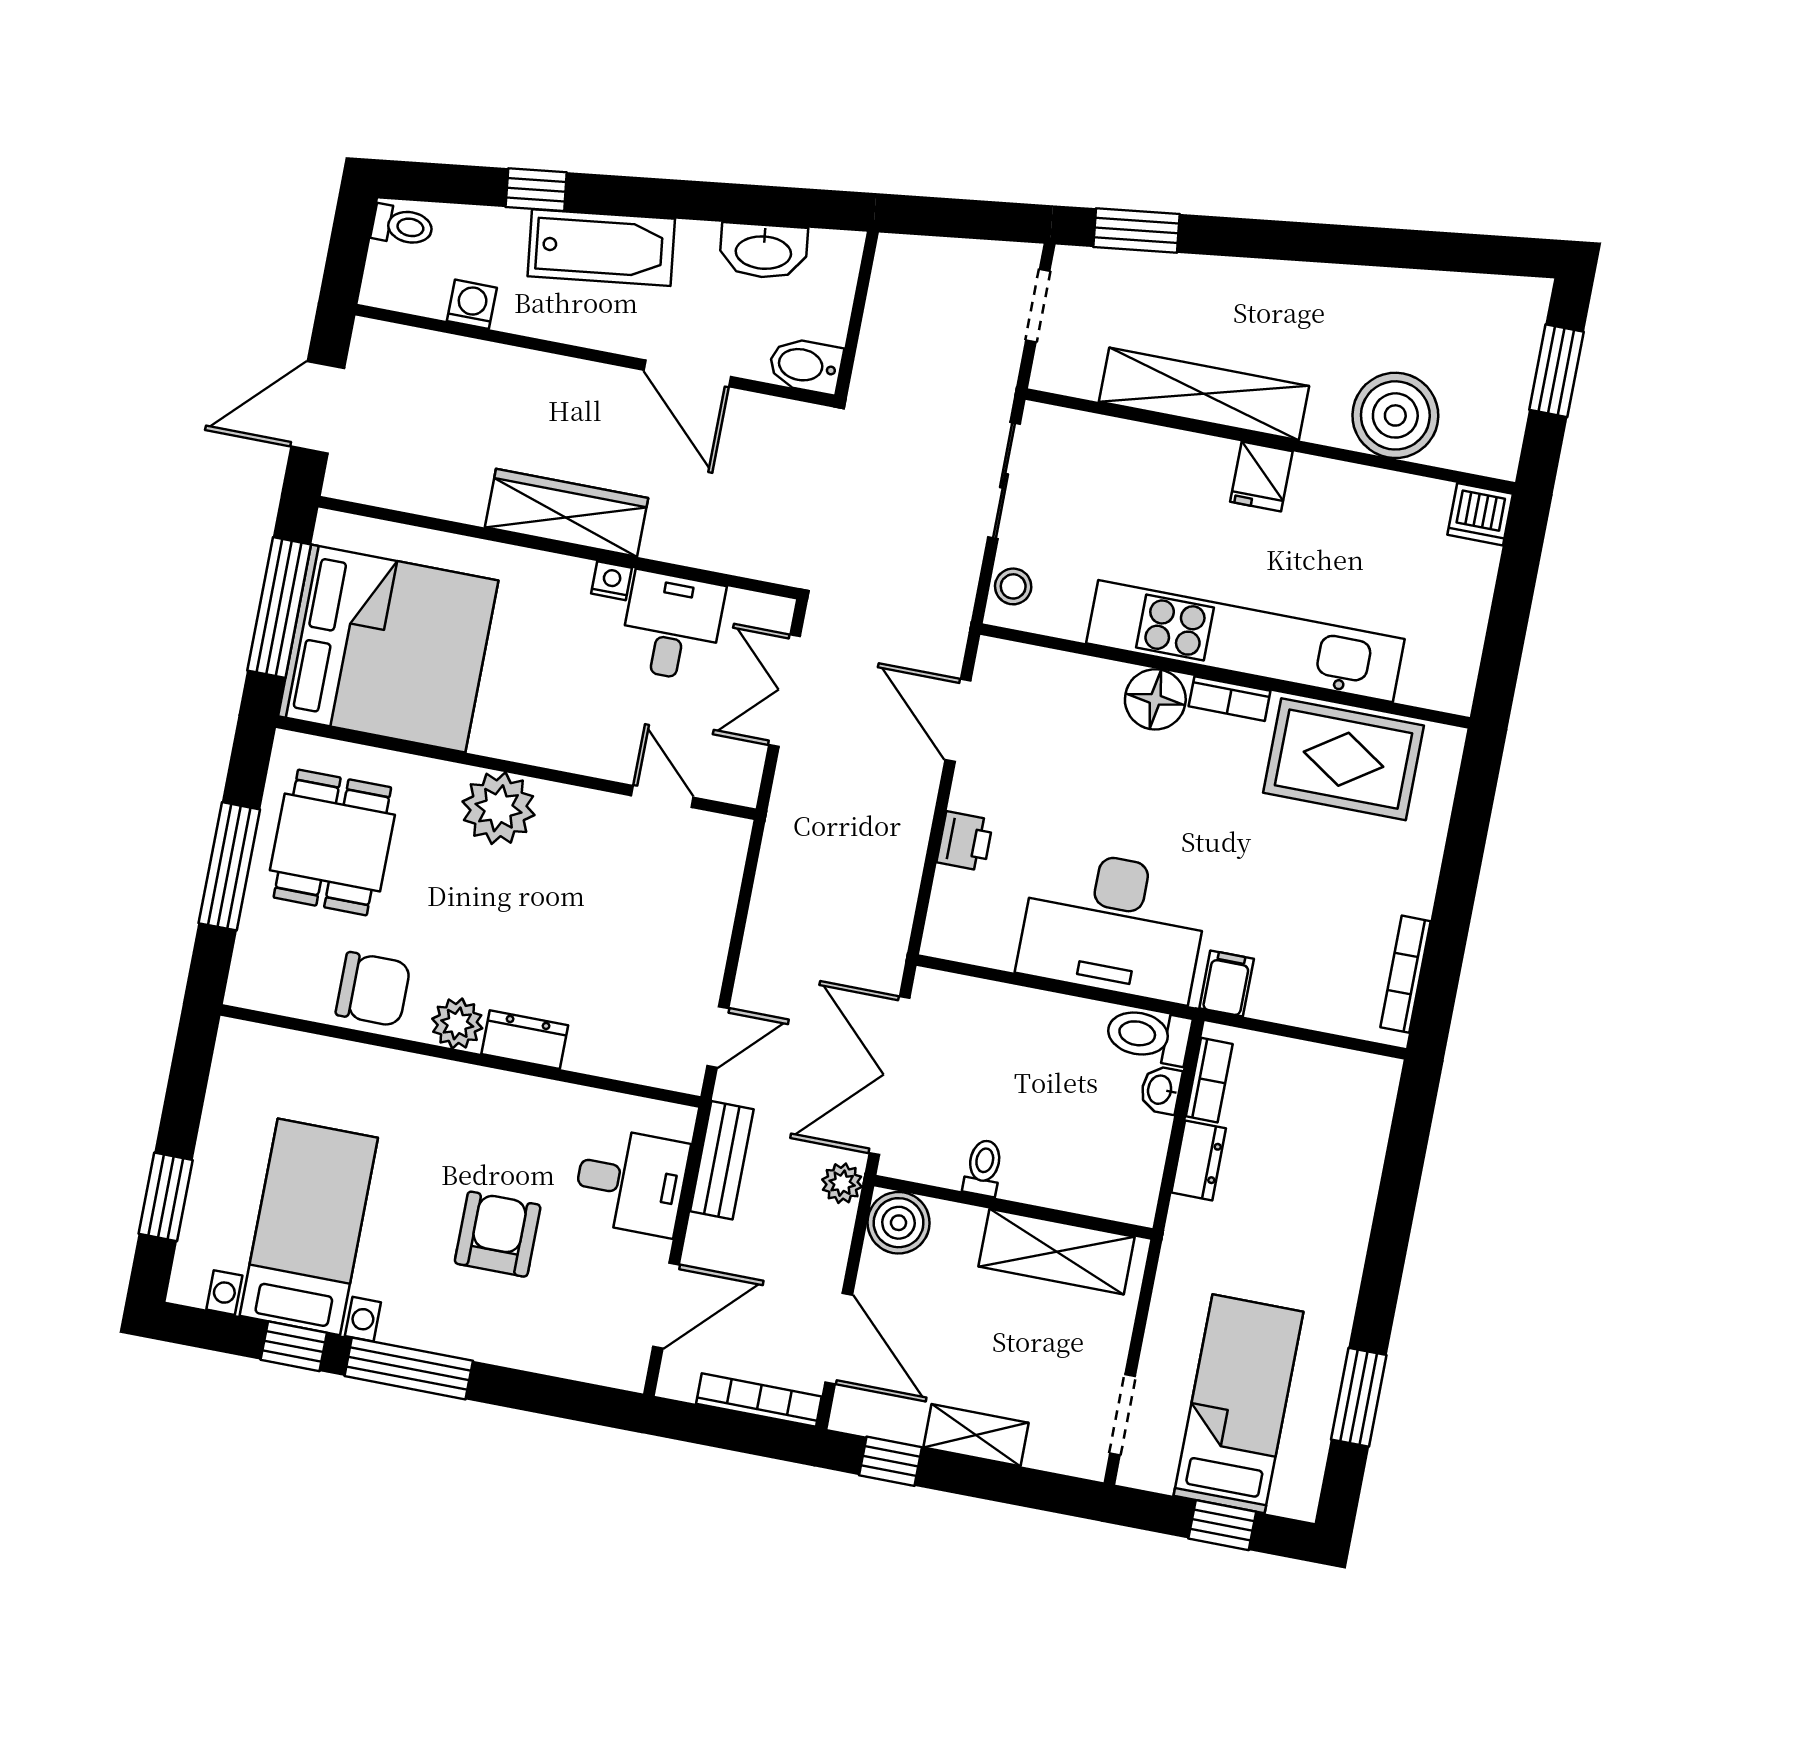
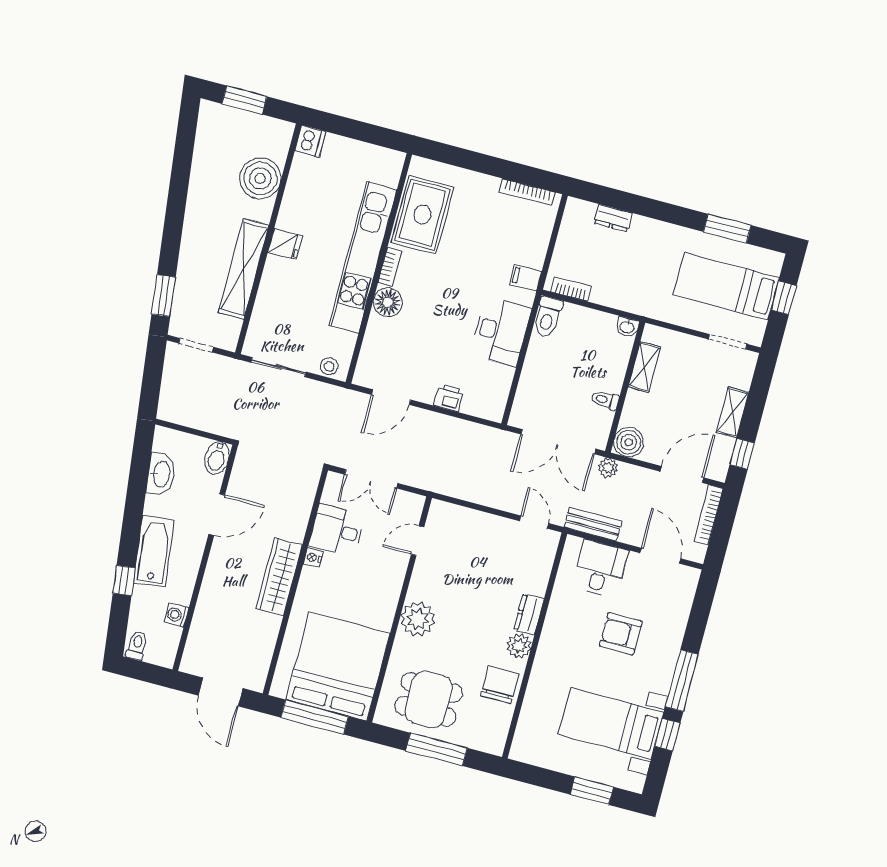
desk: (1114, 925) -> (501, 332), width x0.73, depth x0.77
washbasin: (1161, 1090) -> (627, 327), moved
dresser: (1199, 1160) -> (613, 218), moved, turned 180
shelving: (1057, 1252) -> (644, 367), width x0.67, depth x0.75

